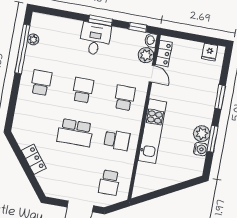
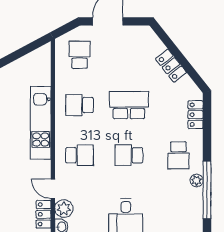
plant: (33, 39) -> (197, 181), moved
school desk: (83, 90) -> (129, 155), turned 90
school desk: (125, 98) -> (79, 155), turned -90
locker: (20, 114) -> (196, 115), added

